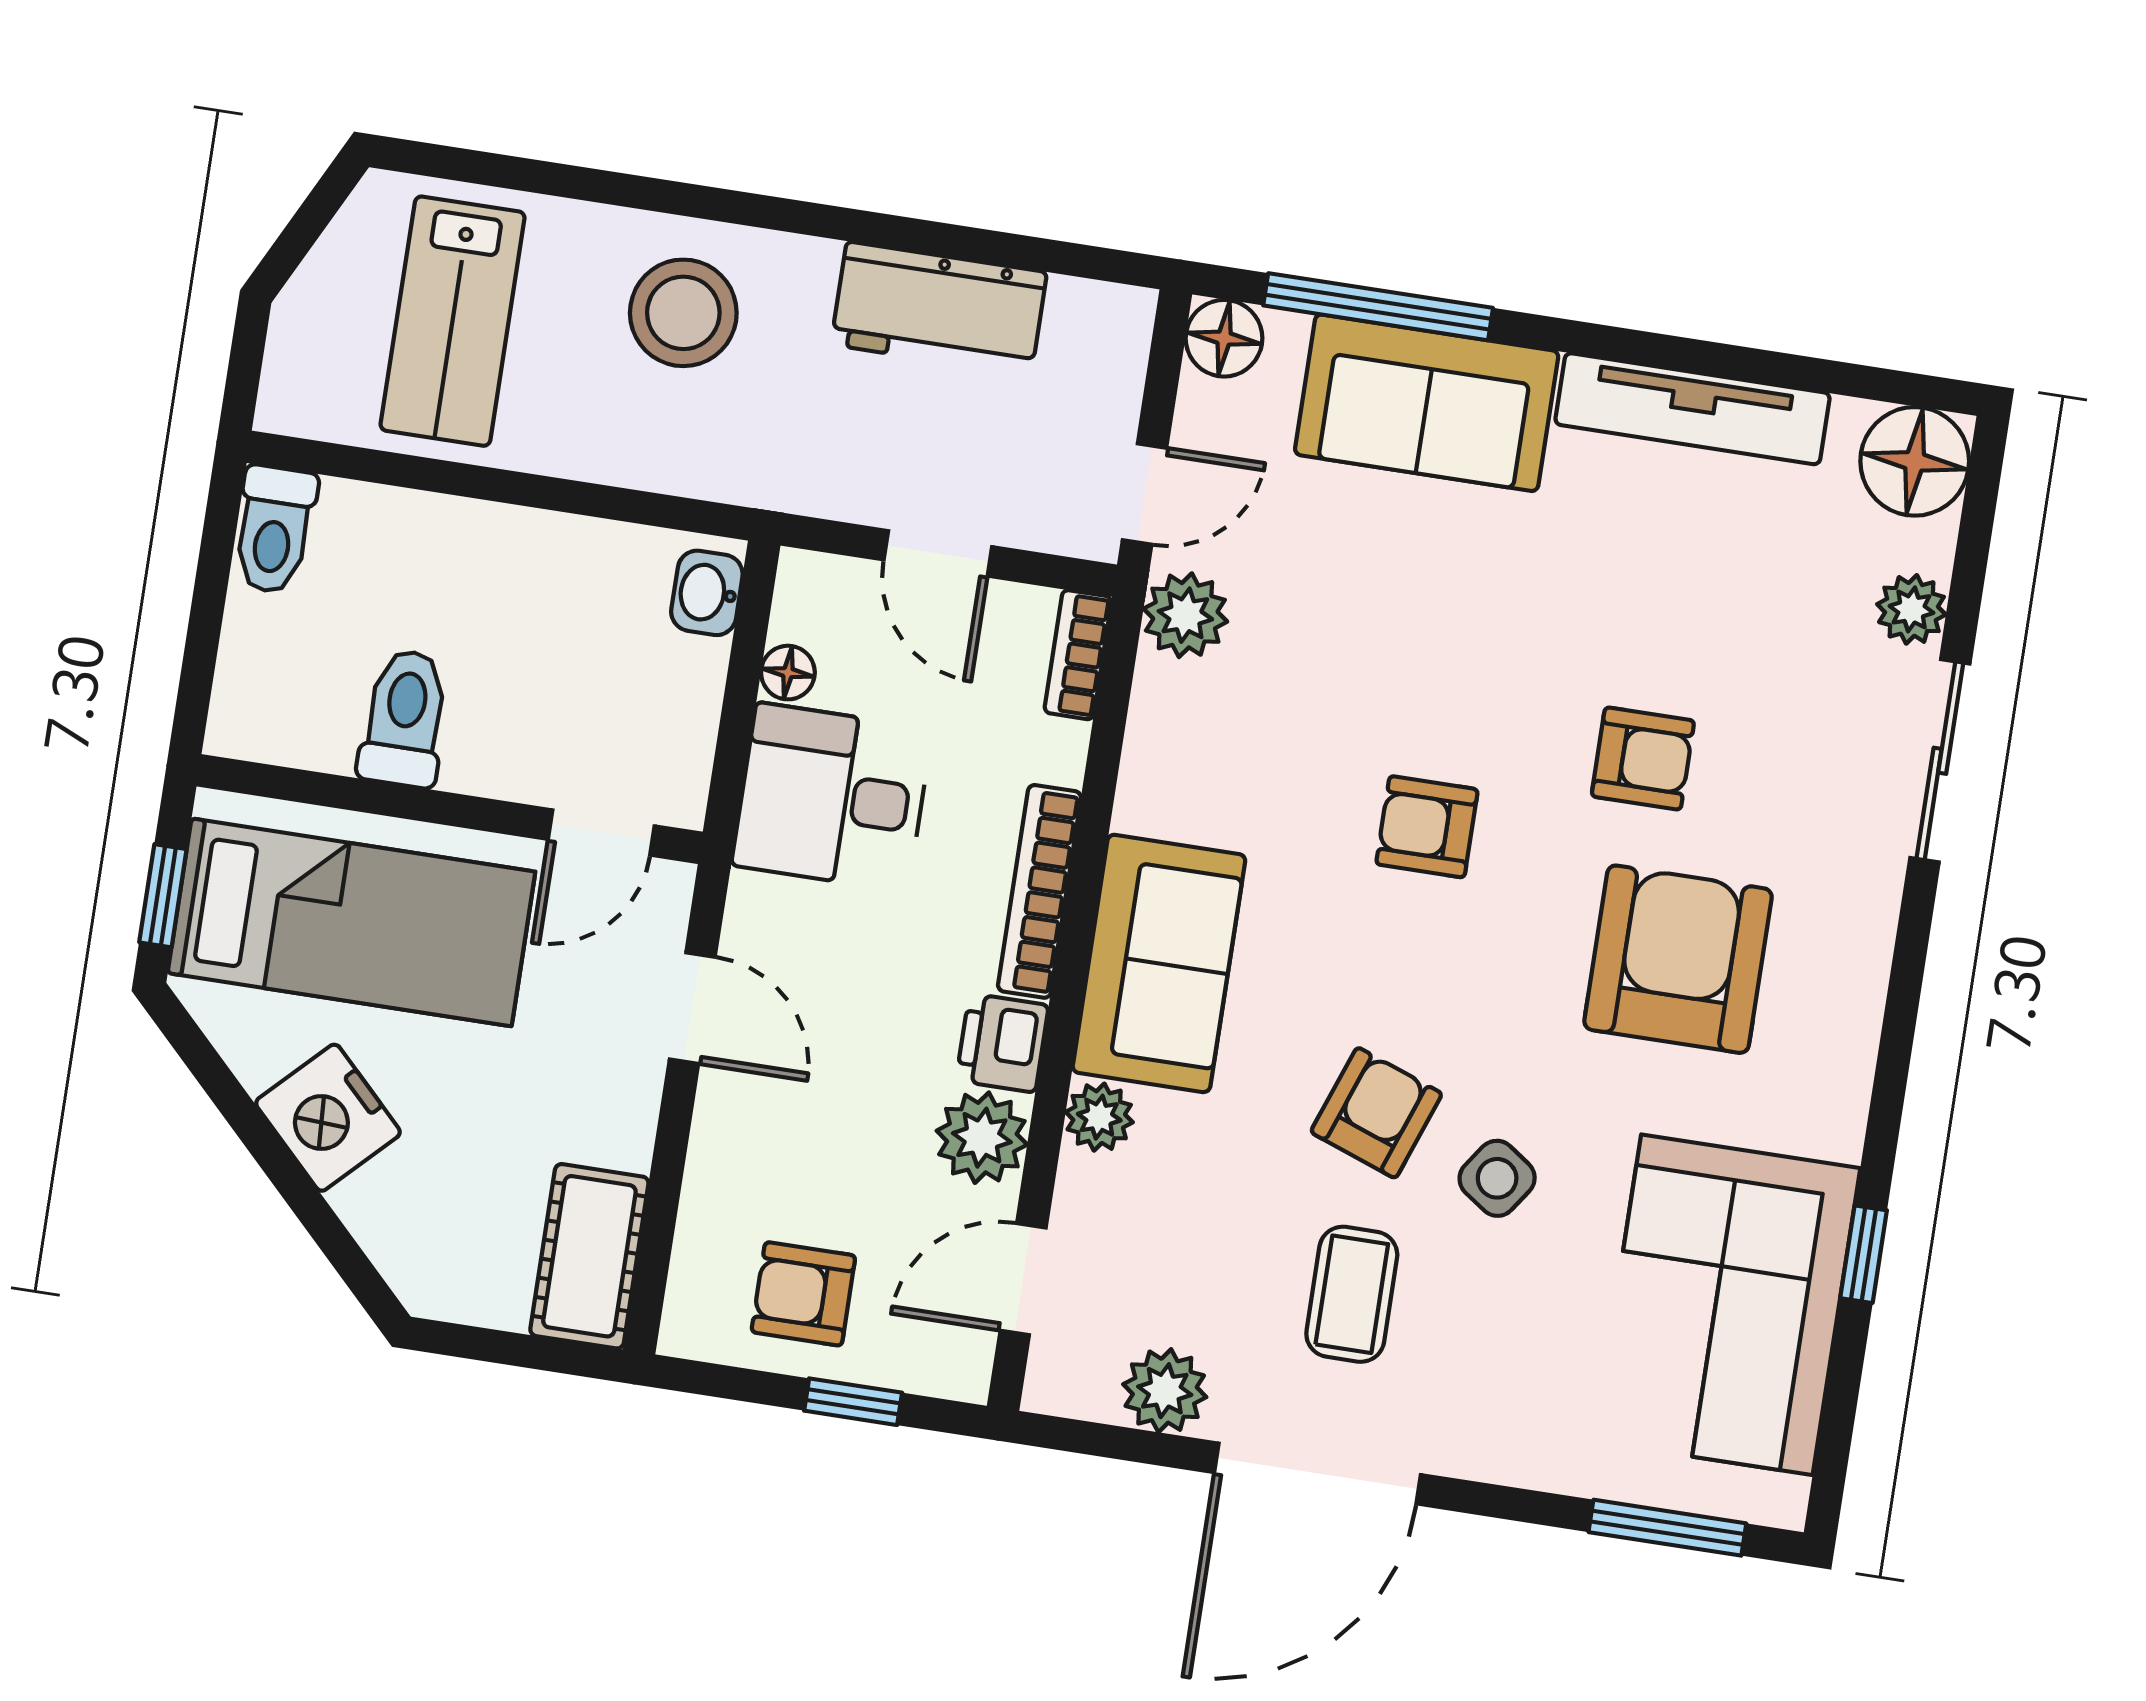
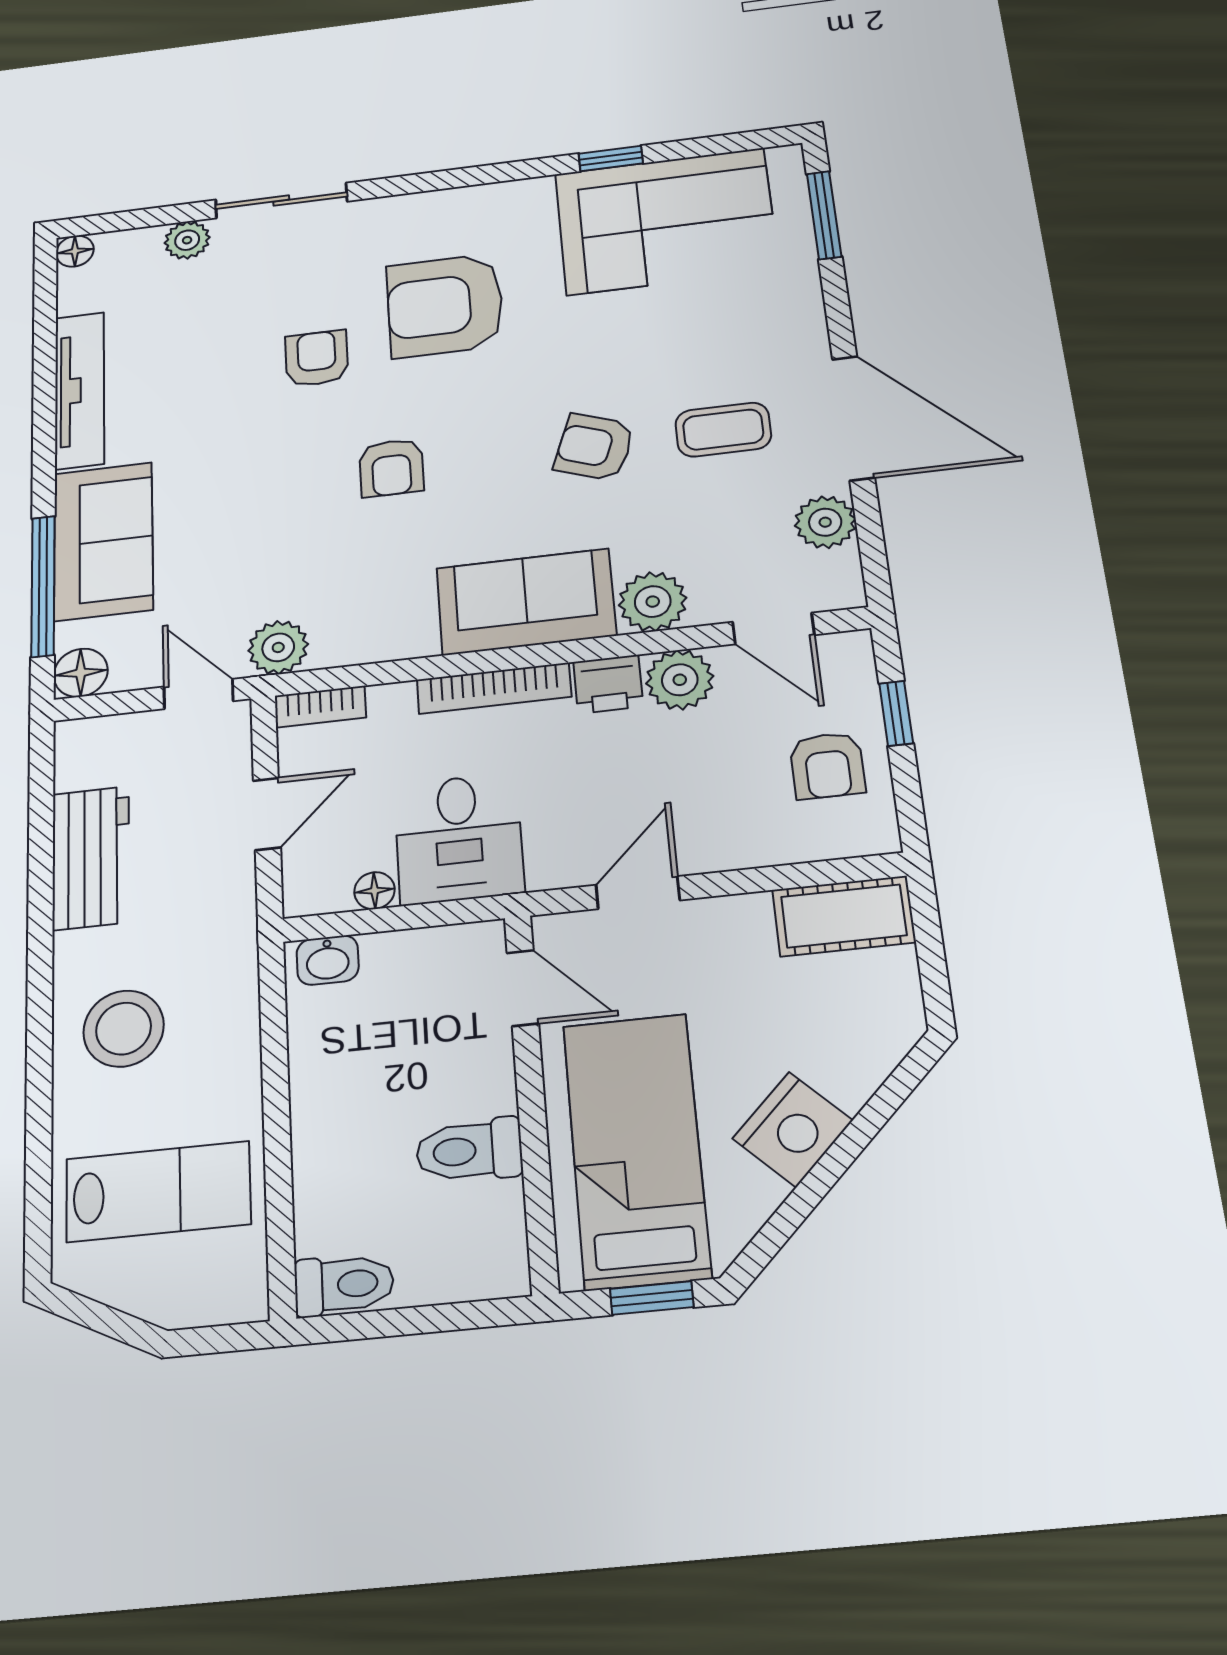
floor lamp: (1915, 461) -> (75, 251), width x0.53, depth x0.53
plant: (1099, 1117) -> (653, 602), width x1.38, depth x1.38
side table: (1497, 1178) -> (619, 367), removed

